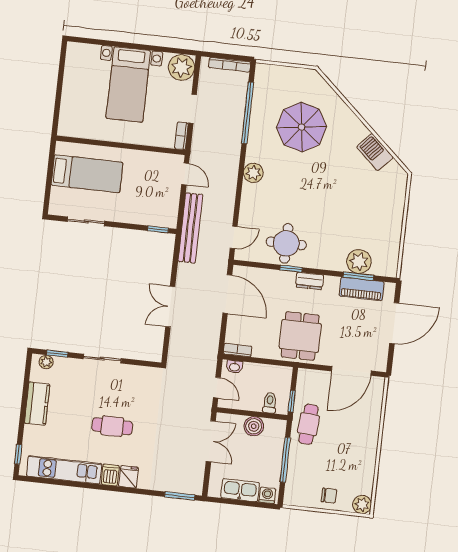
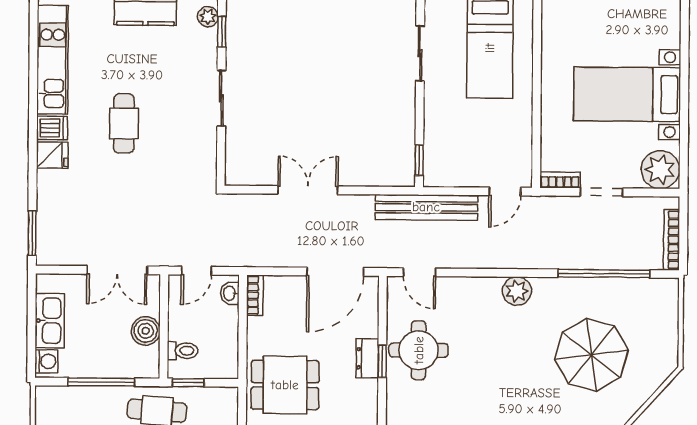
dresser: (310, 281) -> (367, 358), moved

